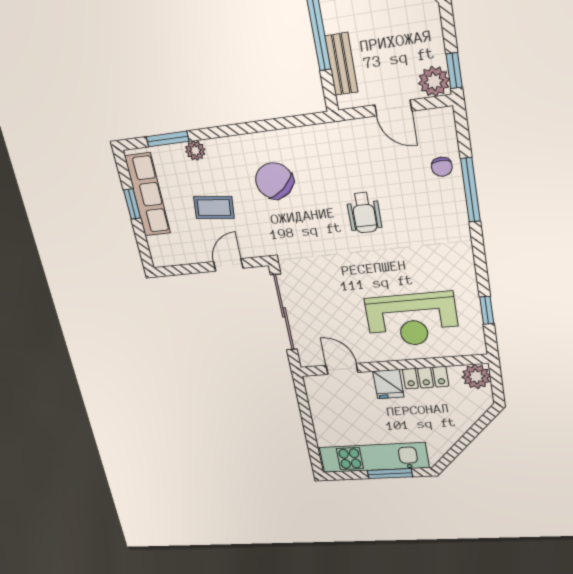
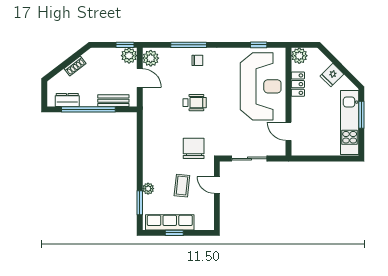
door: (393, 108) -> (140, 78), hinge flipped
plant: (435, 123) -> (151, 58), added
chair: (442, 167) -> (197, 60), moved
chair: (274, 181) -> (194, 148), moved, turned 130
sliding door: (284, 312) -> (249, 159), width x0.73
reception desk: (412, 320) -> (261, 86), width x1.36, depth x1.30
door: (342, 369) -> (288, 131), hinge flipped
fridge: (388, 384) -> (332, 75), moved, turned 135

